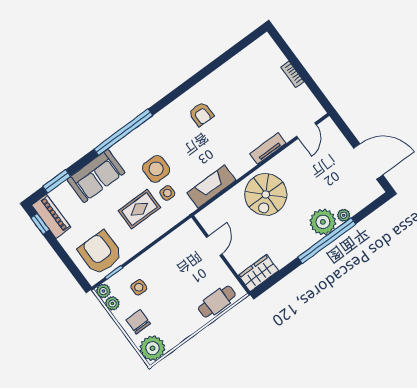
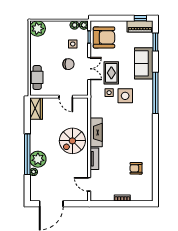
armchair: (201, 114) -> (136, 168), moved
fireplace: (211, 187) -> (96, 132), moved
spiral stairs: (266, 194) -> (72, 141), turned -90
double door: (155, 242) -> (89, 69), added
chair: (138, 322) -> (68, 64), moved

